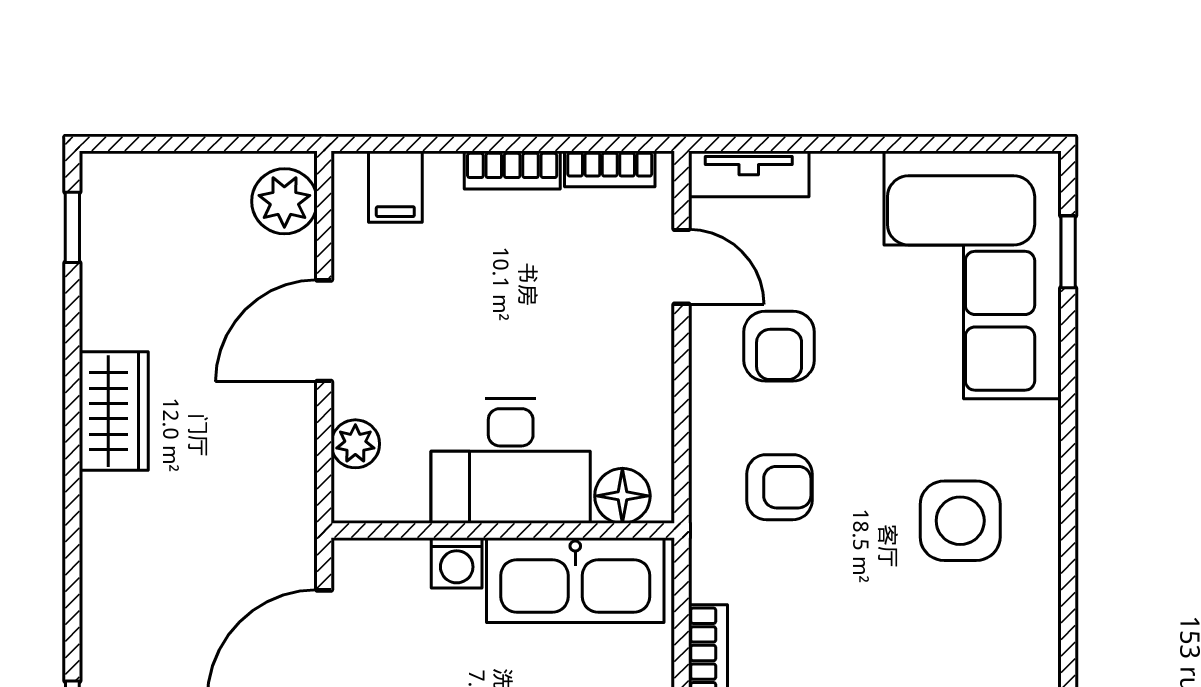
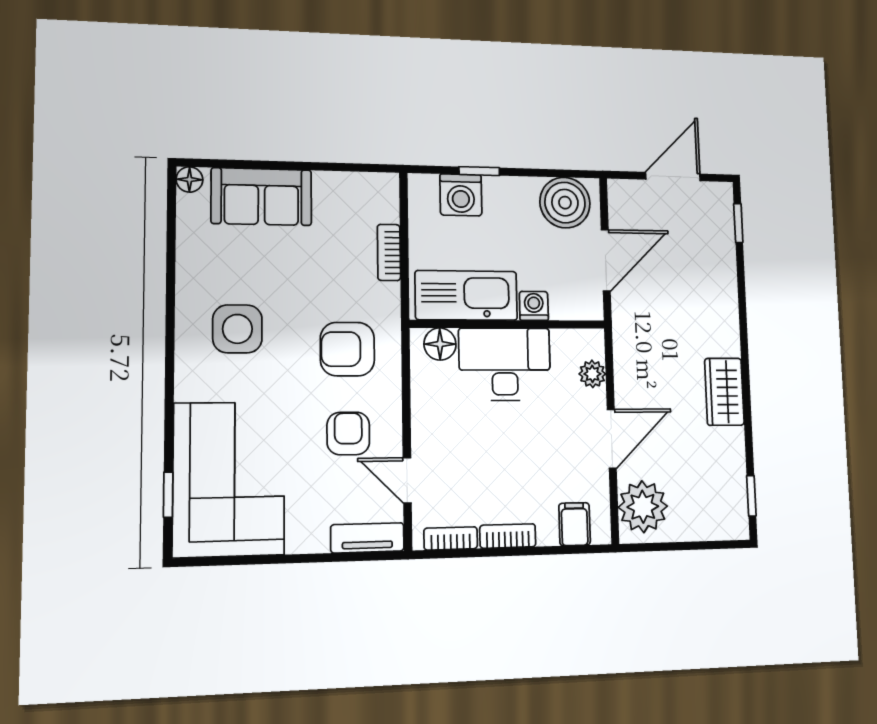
plant: (284, 201) -> (643, 507), width x1.36, depth x1.36
armchair: (779, 487) -> (347, 349), width x1.38, depth x1.38

